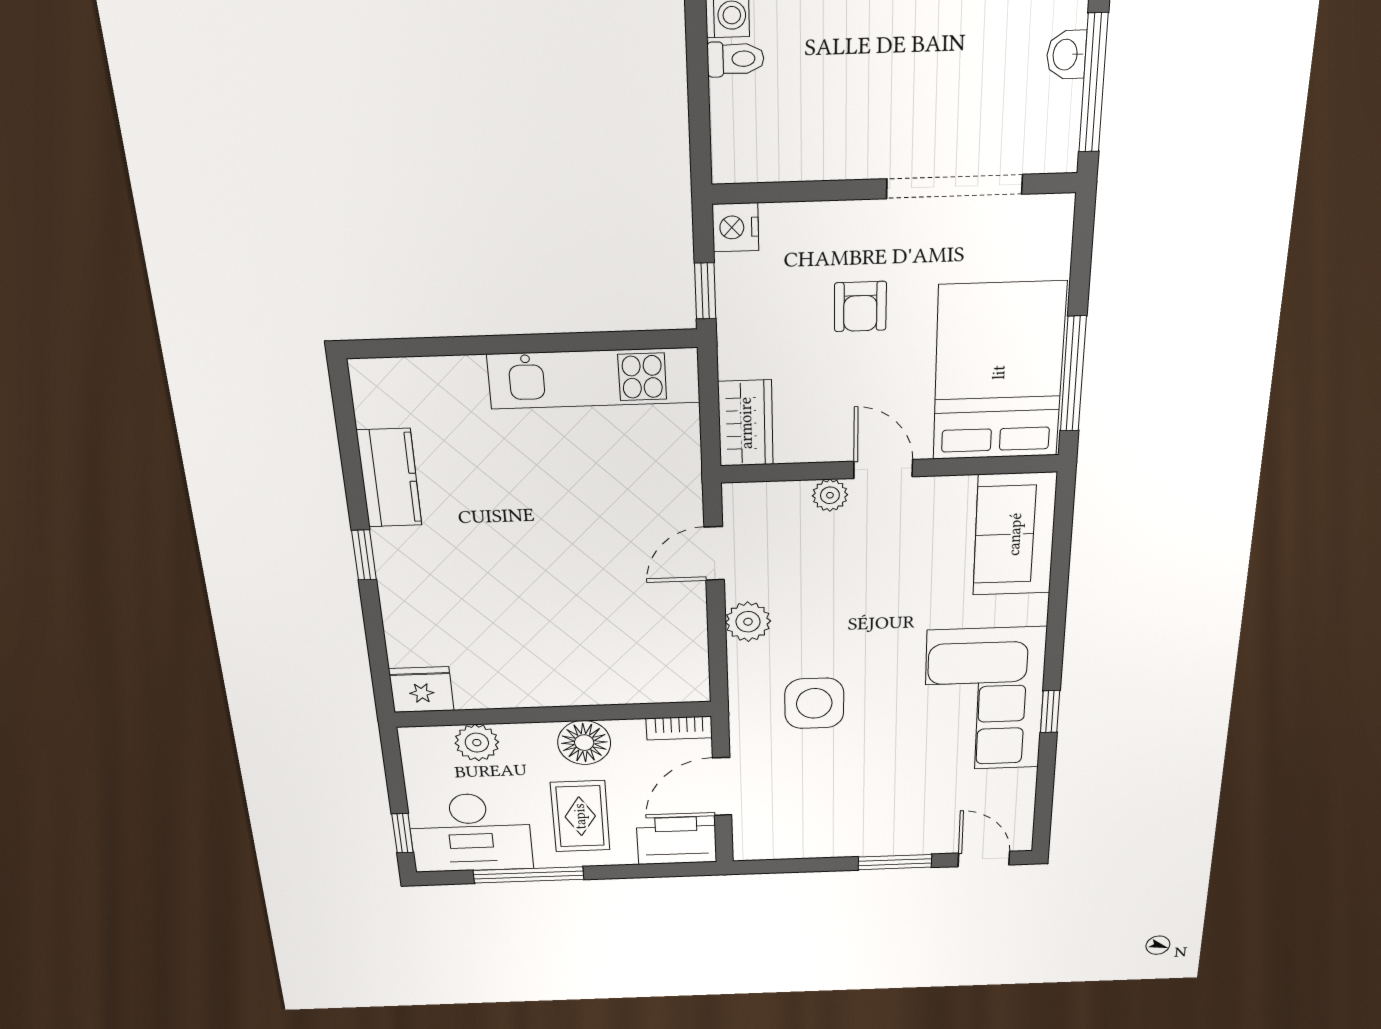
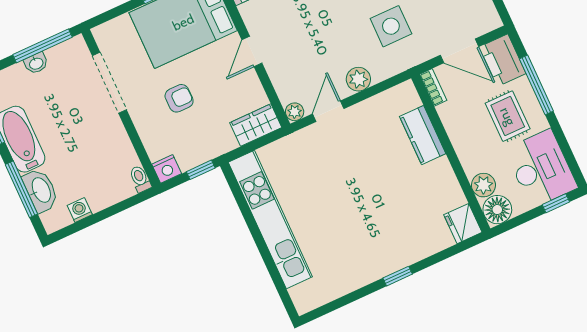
toilet: (736, 59) -> (140, 179), moved
kitchen unit: (594, 378) -> (270, 219), width x1.36
kitchen counter: (389, 478) -> (423, 135), moved, turned -90
plant: (830, 495) -> (295, 112), moved
door: (714, 553) -> (328, 111), swing flipped
floor lamp: (584, 743) -> (497, 210), moved
rug: (580, 816) -> (508, 116), turned 90
window: (529, 875) -> (536, 85), moved

